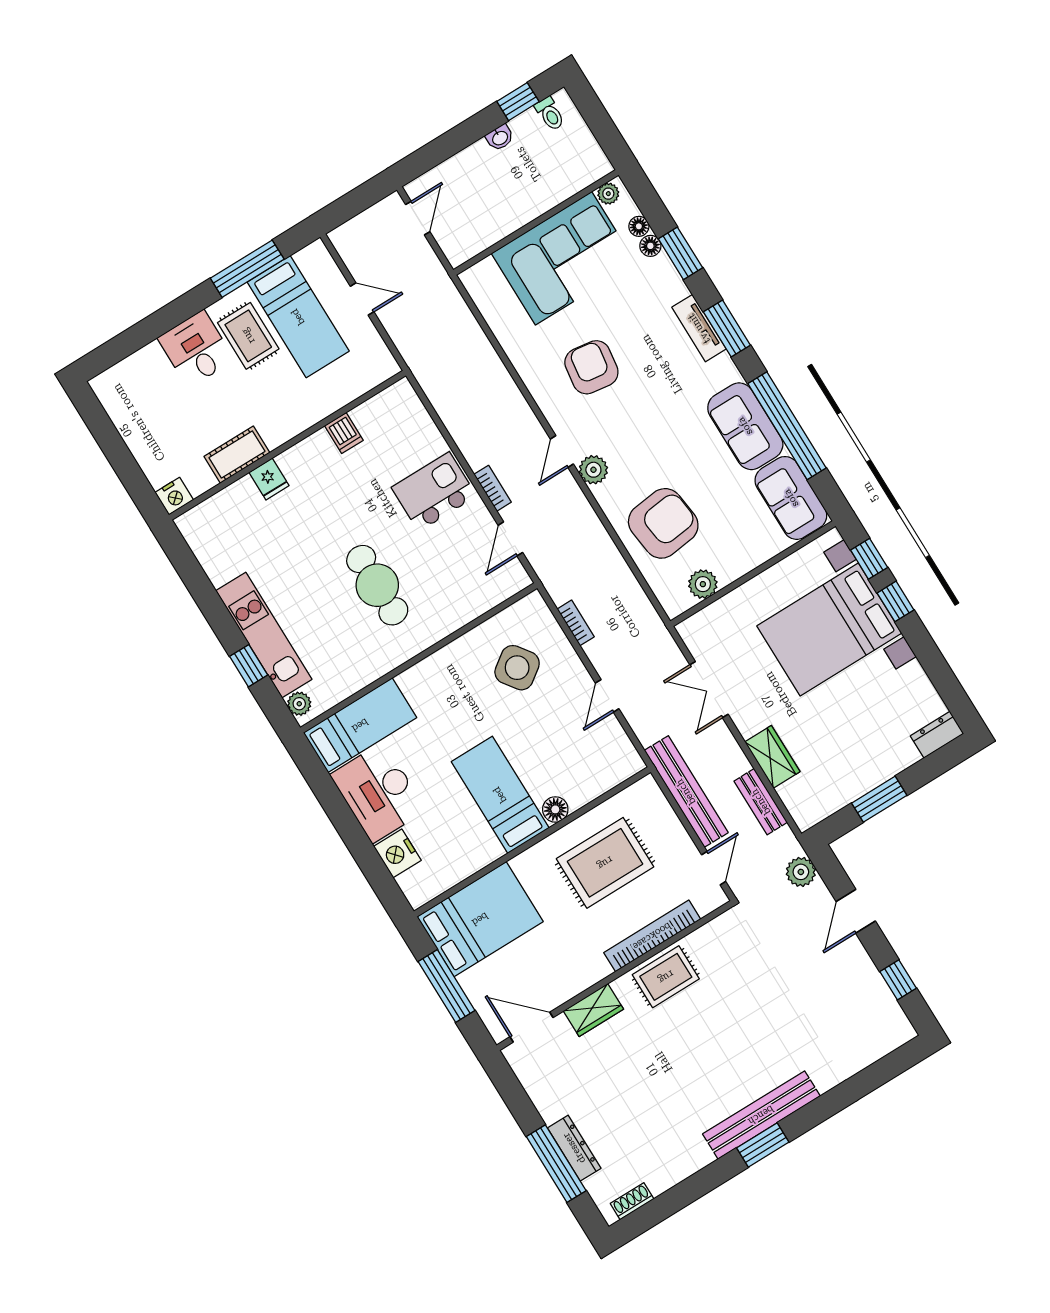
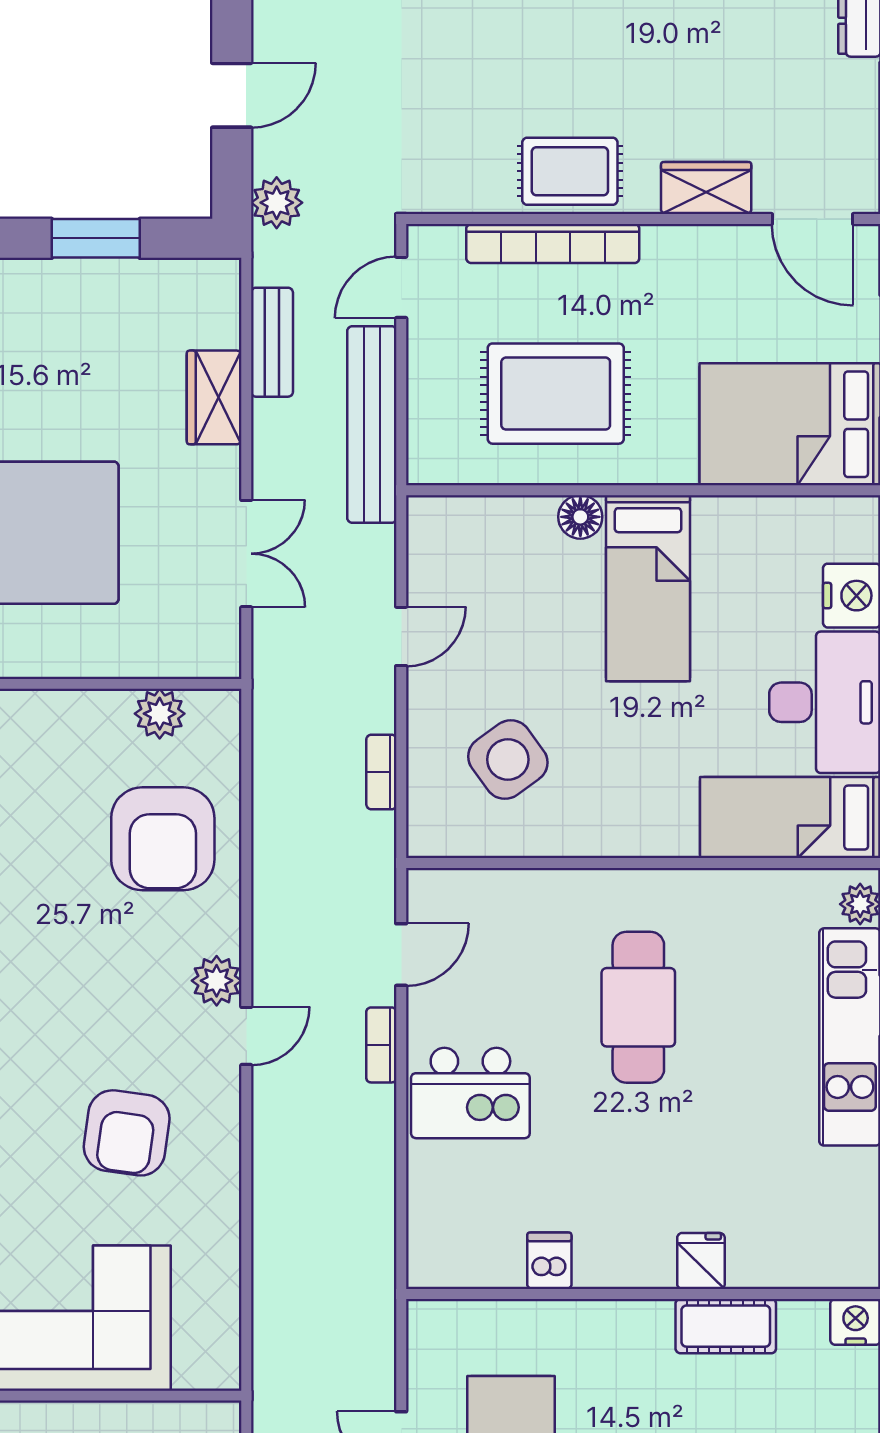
armchair: (663, 523) -> (163, 839), turned -83

